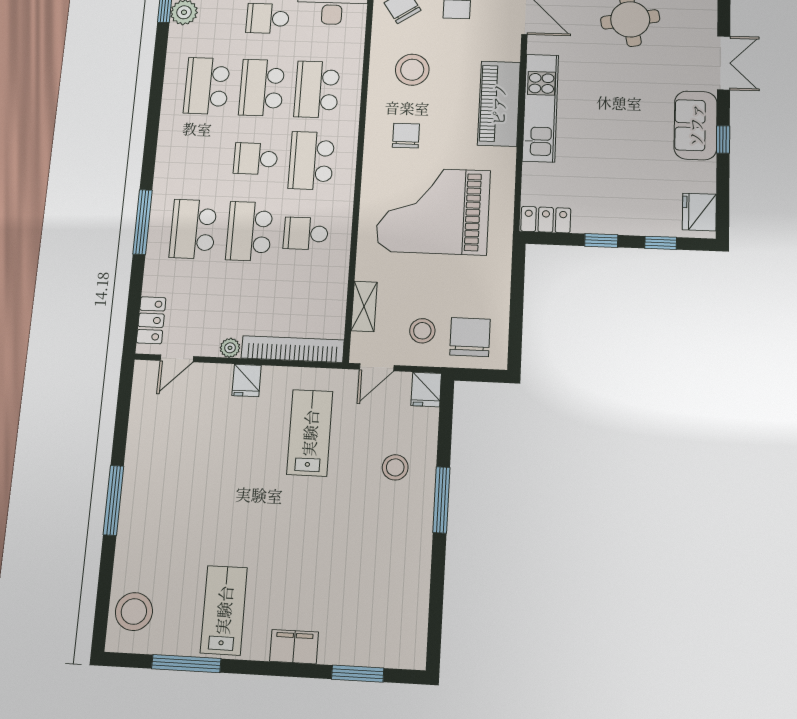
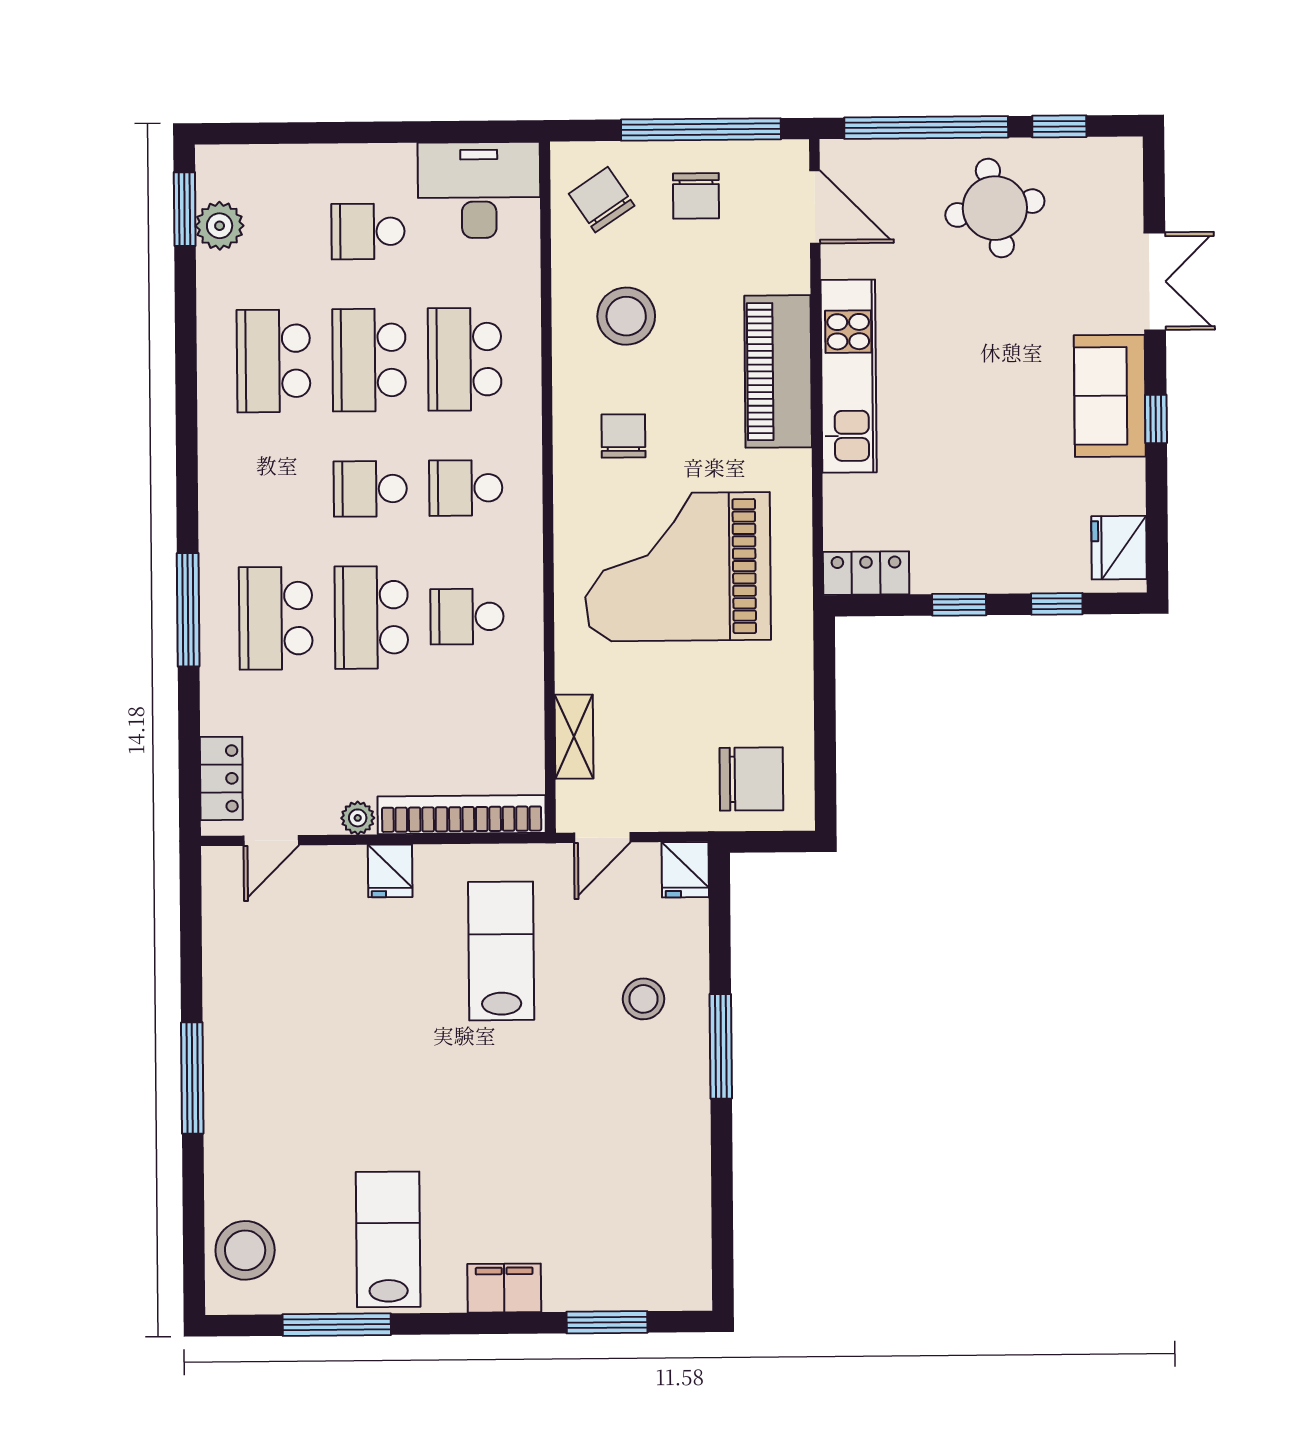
school desk: (311, 161) -> (466, 488), width x0.54
stool: (422, 331) -> (673, 773), removed
chair: (470, 337) -> (751, 779), turned 90

